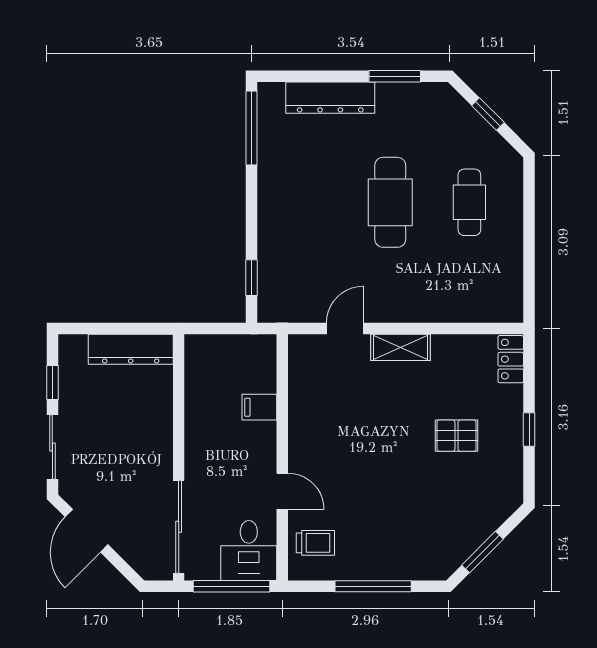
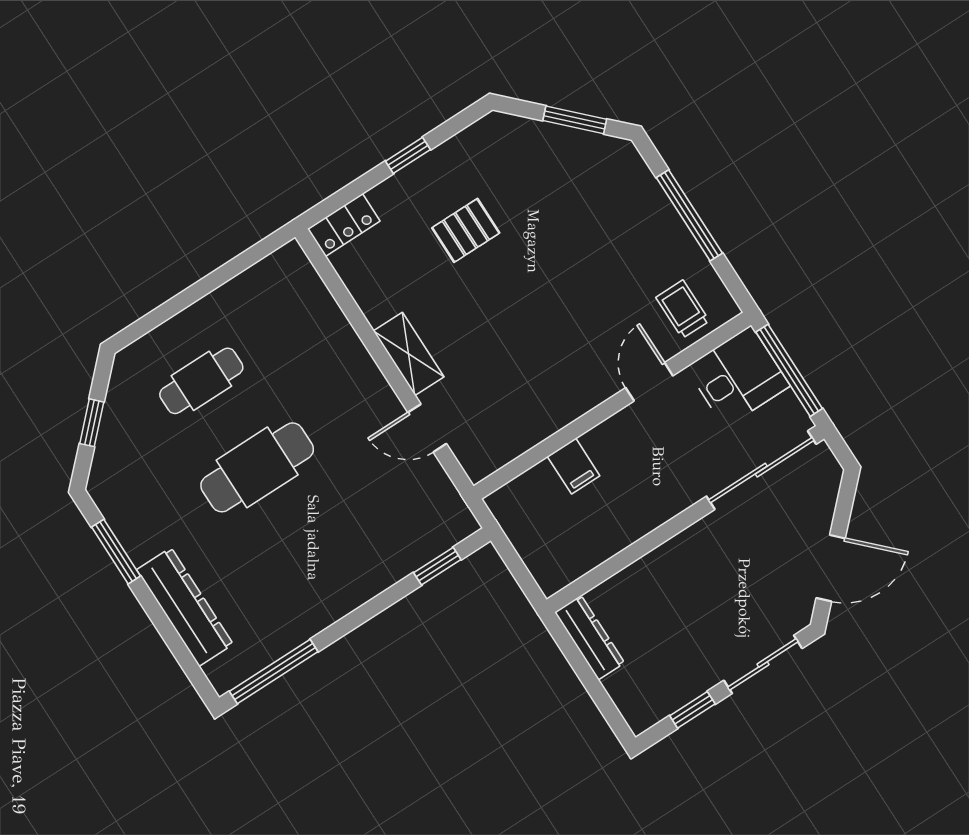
dresser: (131, 349) -> (590, 638), width x0.73, depth x0.80
pallet: (456, 436) -> (466, 230), turned 90

